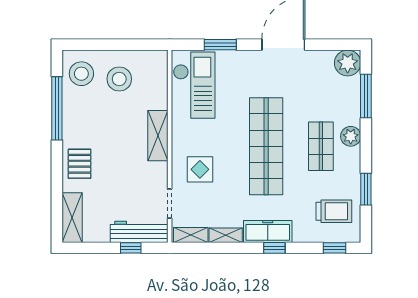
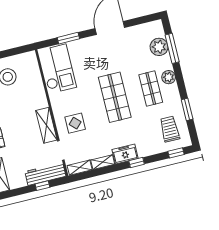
plant: (348, 63) -> (159, 47), moved
shelving: (158, 136) -> (46, 125), moved
shop shelf: (266, 146) -> (115, 97), width x0.71
trolley: (334, 211) -> (170, 129), turned -90
freezer: (268, 231) -> (125, 154), width x0.71

